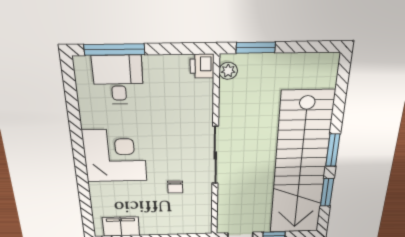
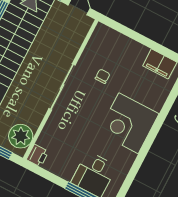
plant: (228, 71) -> (21, 136), width x1.88, depth x1.88

